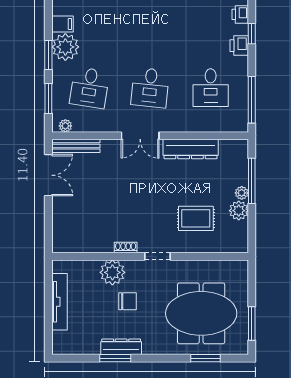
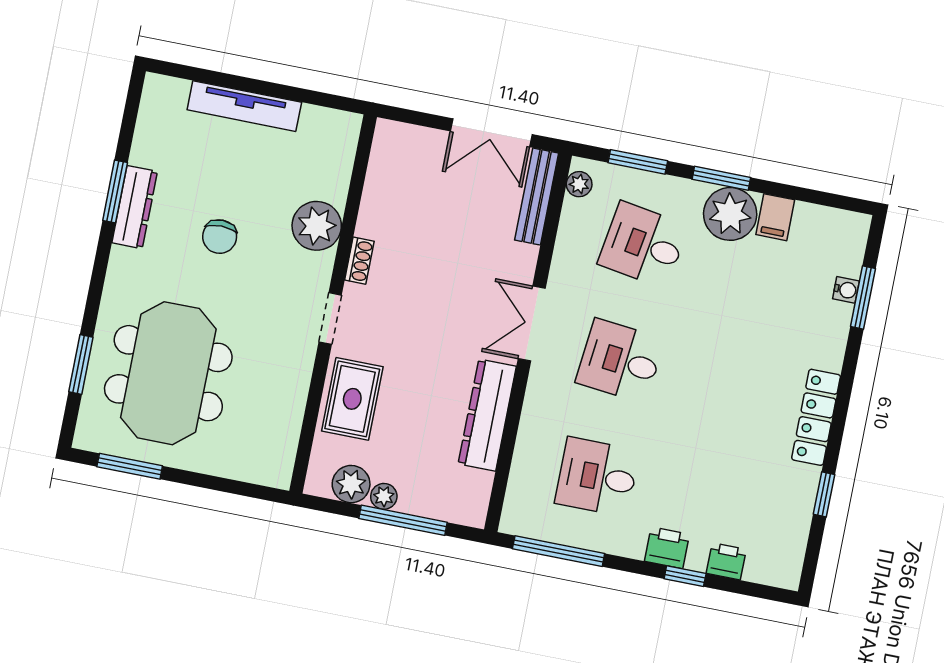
shoe rack: (126, 248) -> (359, 261), moved
wall: (150, 256) -> (333, 304), moved
doorway: (158, 256) -> (330, 318), moved
plant: (112, 272) -> (317, 226), moved

